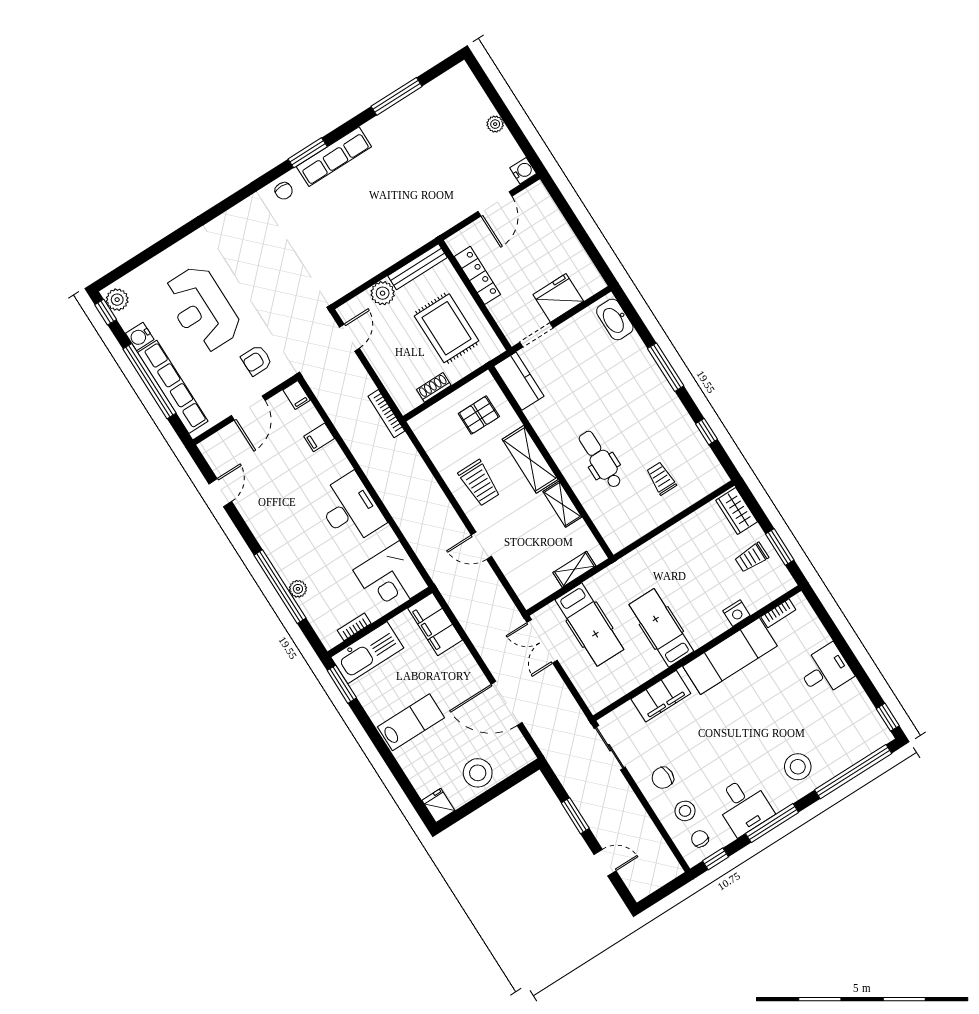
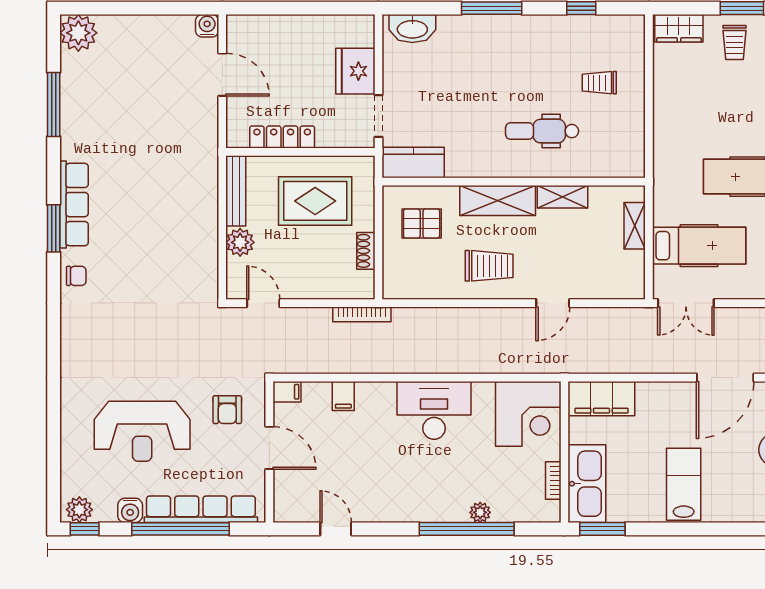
plant: (495, 124) -> (78, 33), moved, width x1.88, depth x1.88
pallet: (479, 415) -> (422, 224), turned 90

